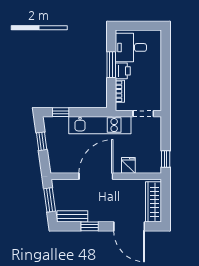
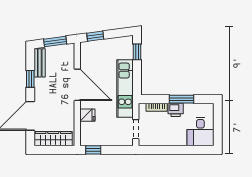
desk: (131, 47) -> (200, 132), moved, turned 180
window: (42, 141) -> (95, 36), moved

